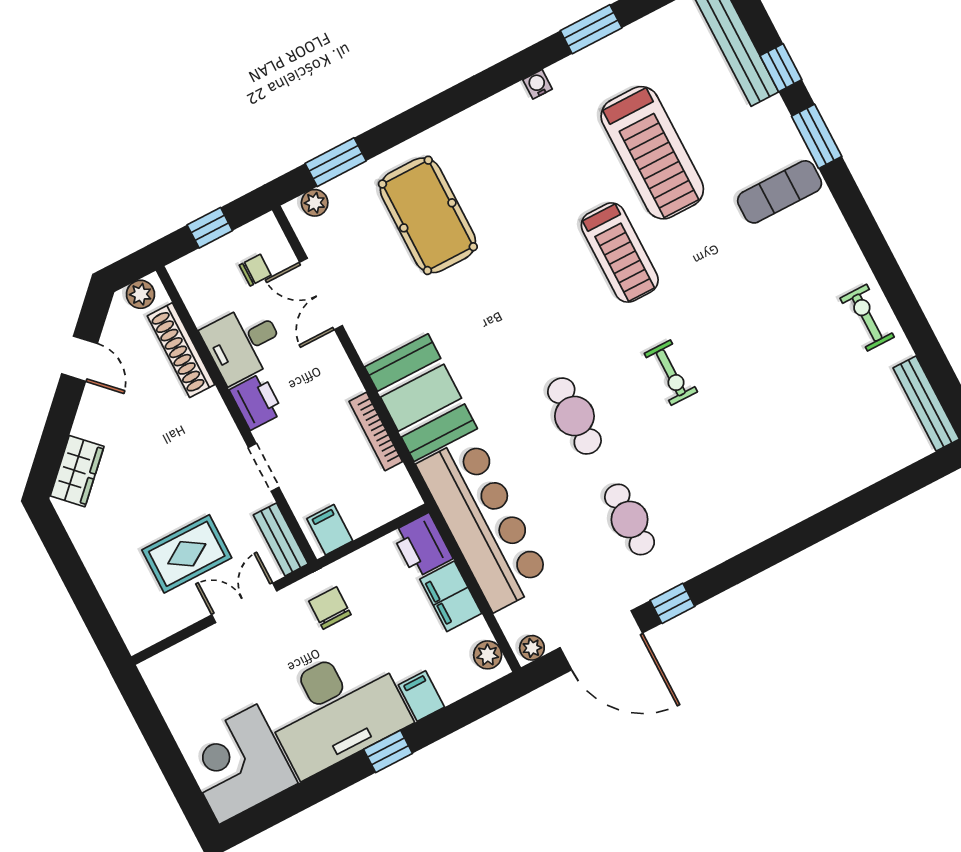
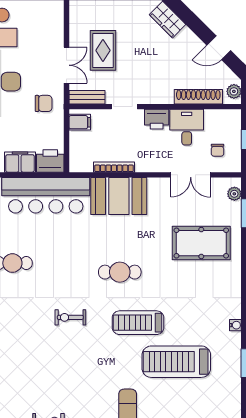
double door: (321, 294) -> (191, 175), swing flipped
cafe table: (574, 416) -> (120, 272), moved

